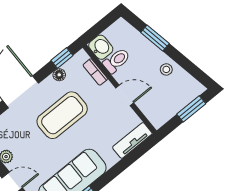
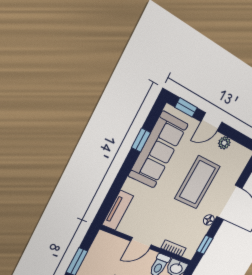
floor lamp: (59, 75) -> (209, 220), moved
coffee table: (62, 115) -> (197, 182), moved

